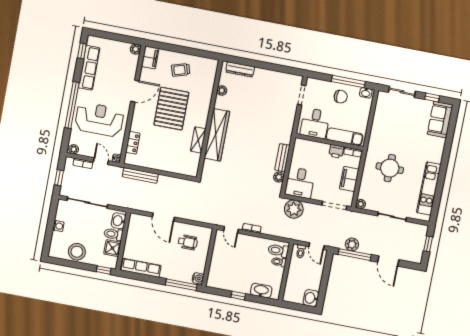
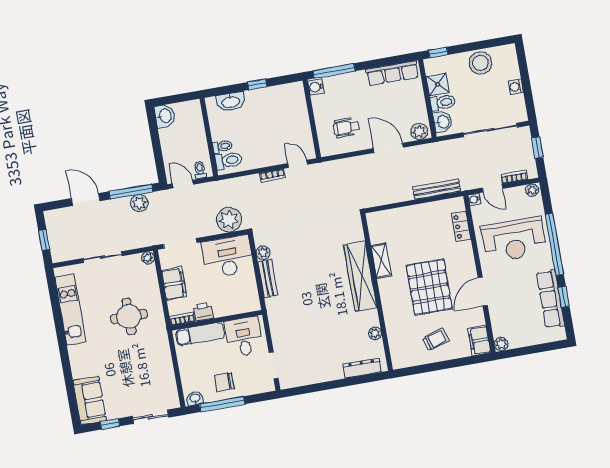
window: (82, 51) -> (564, 297), moved
desk: (300, 183) -> (228, 257), width x1.37
plant: (138, 220) -> (419, 132), added

